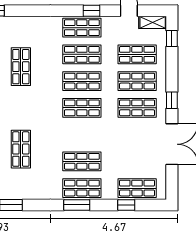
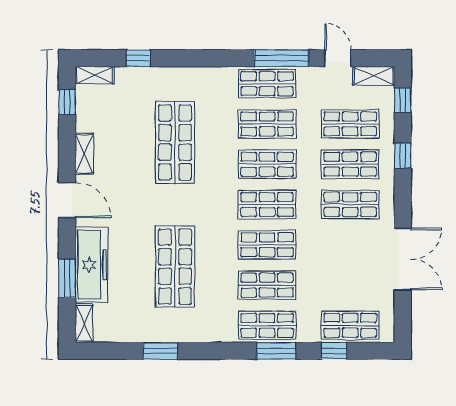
window: (91, 11) -> (281, 58), width x2.17
shop shelf: (21, 67) -> (175, 142), width x1.43, depth x1.36
window: (172, 100) -> (403, 156), moved
shop shelf: (82, 135) -> (267, 245), added
shop shelf: (21, 149) -> (175, 267), width x1.43, depth x1.36
window: (77, 205) -> (276, 351), moved

